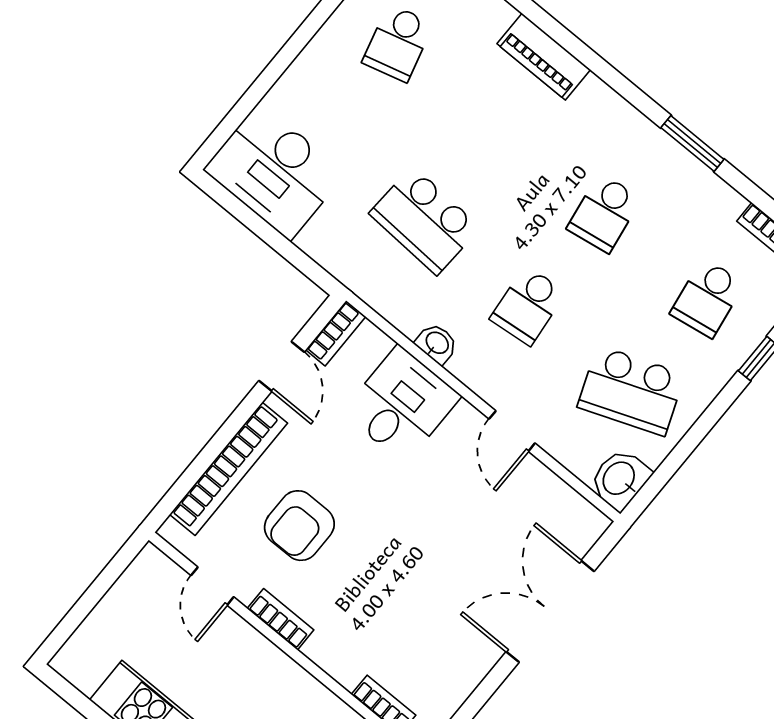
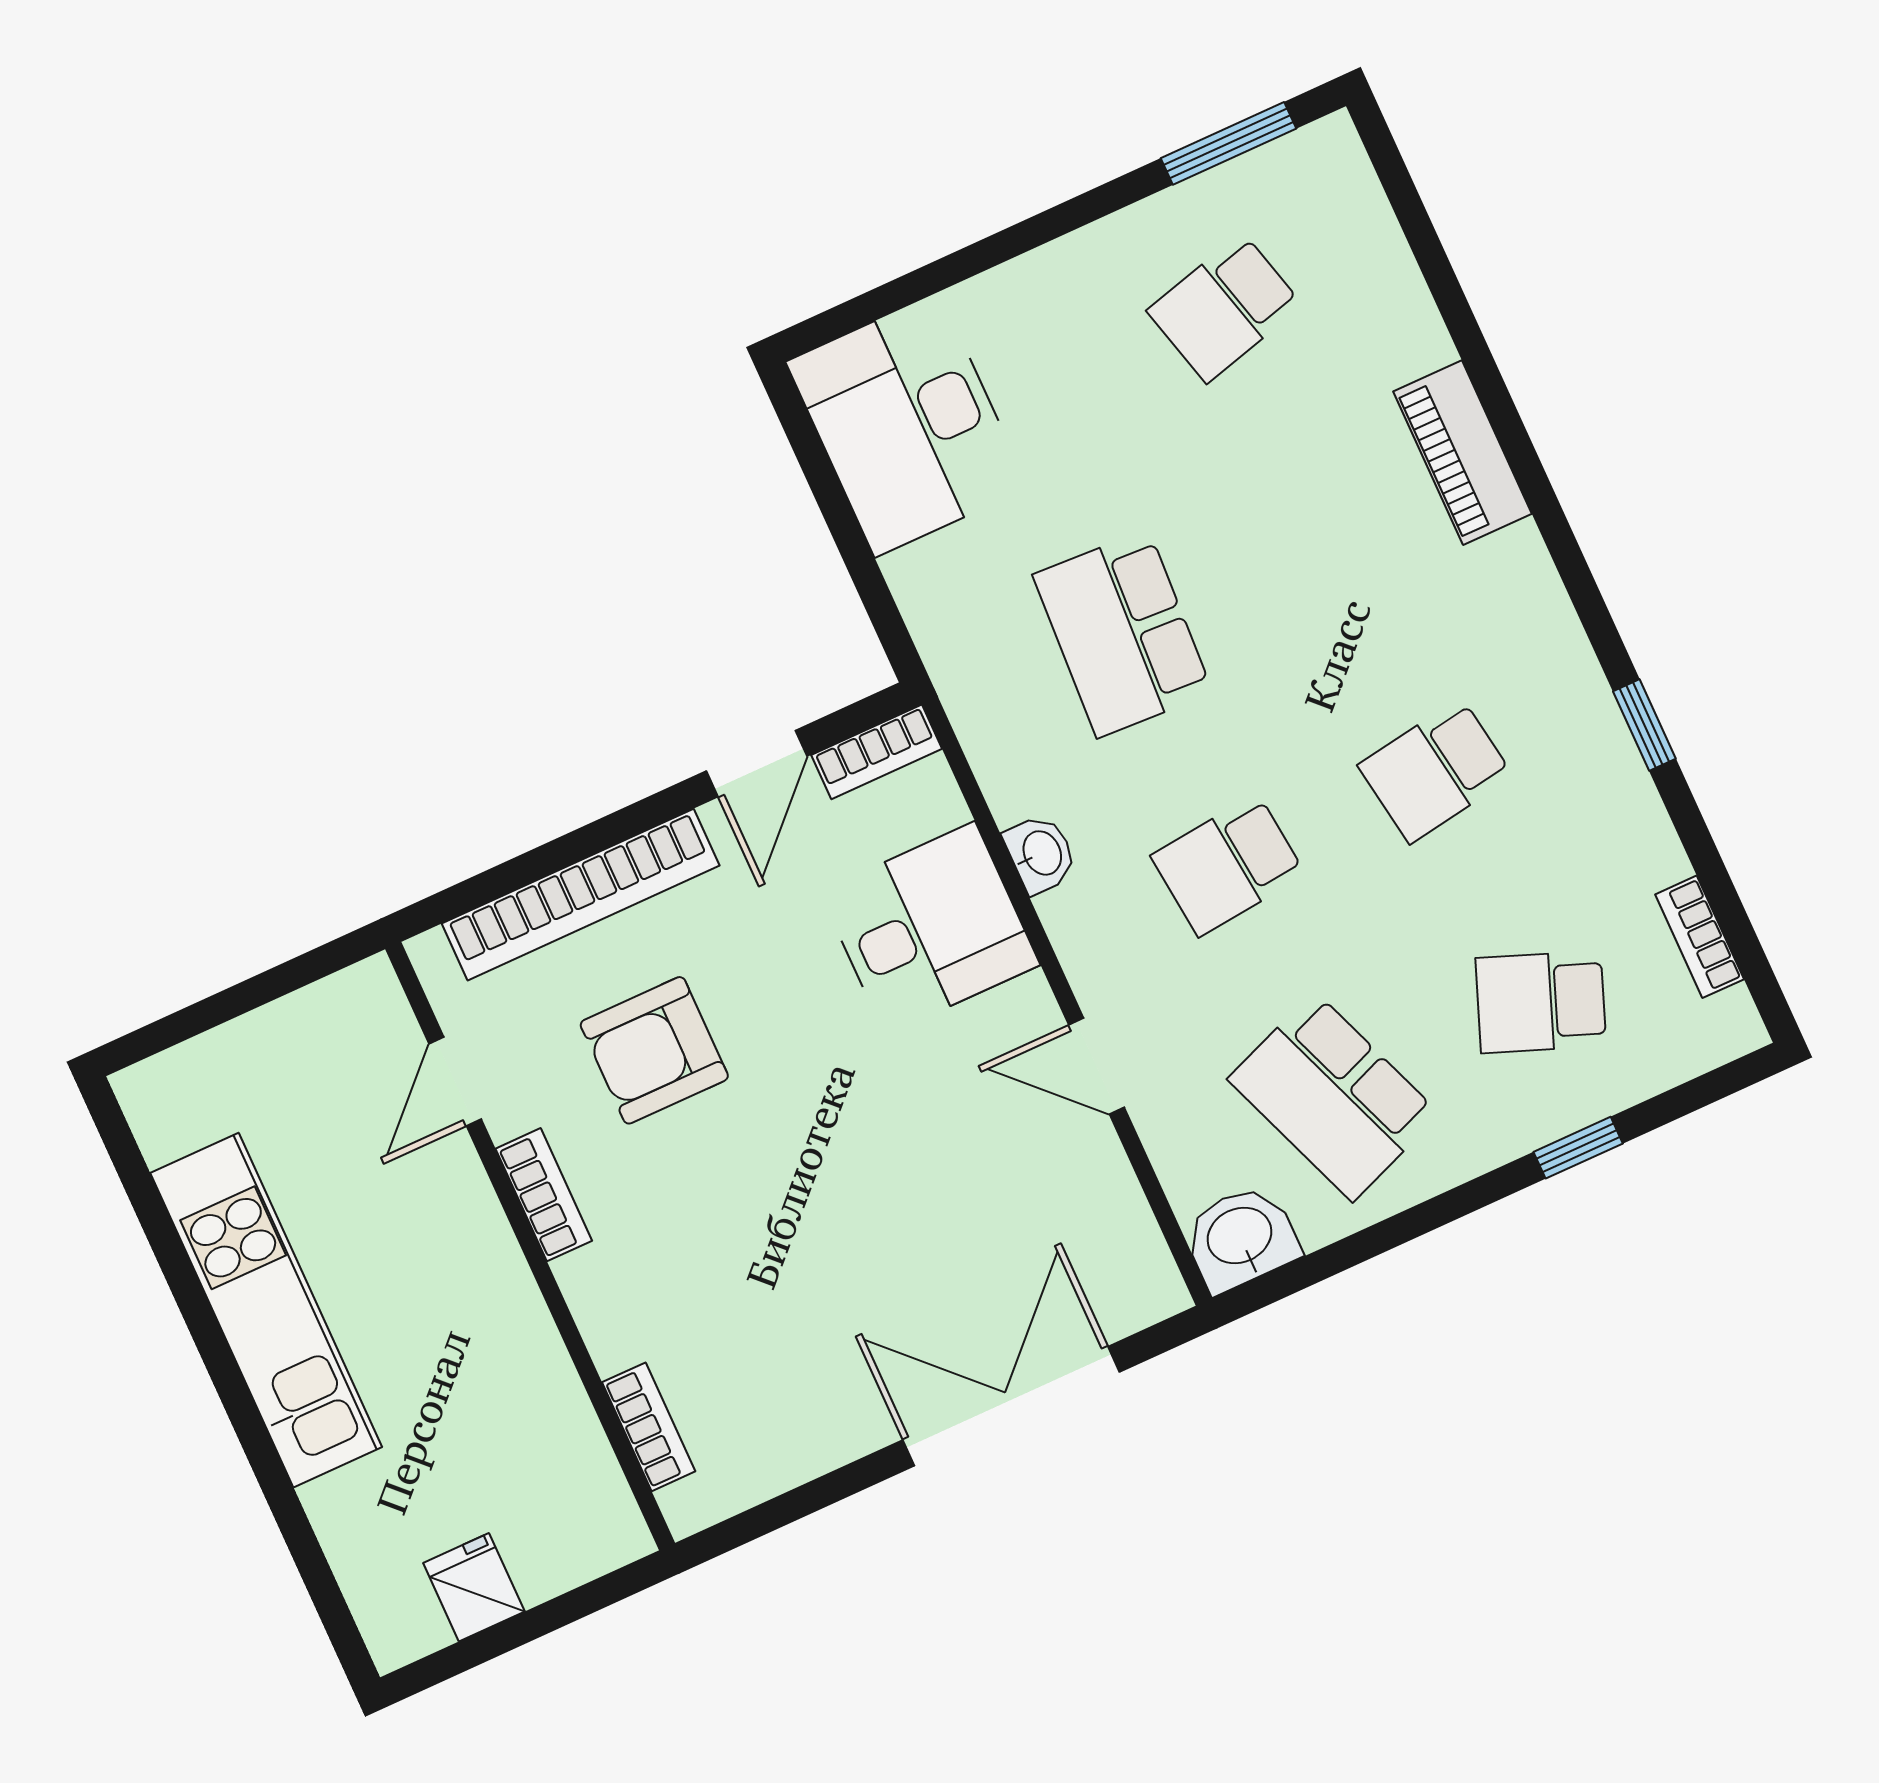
window: (692, 143) -> (1644, 725), width x0.67
school desk: (707, 298) -> (1541, 1002), turned 30
door: (512, 431) -> (1096, 1066), hinge flipped

